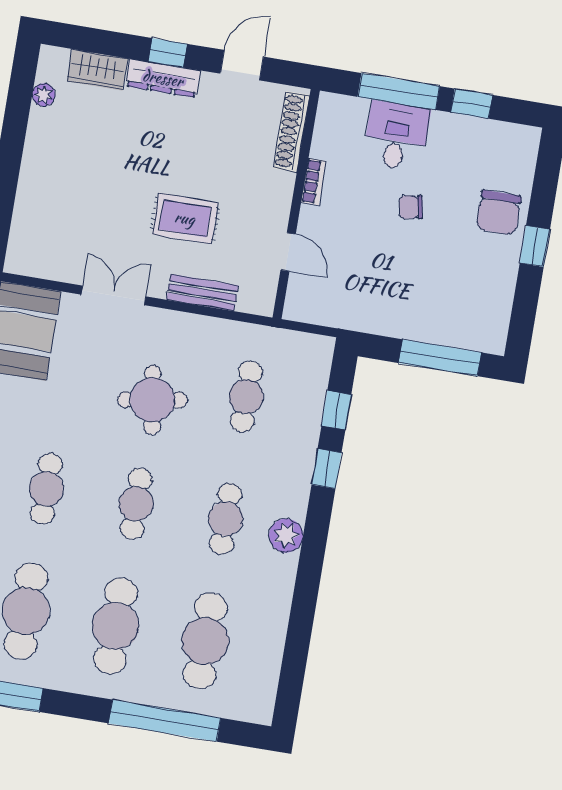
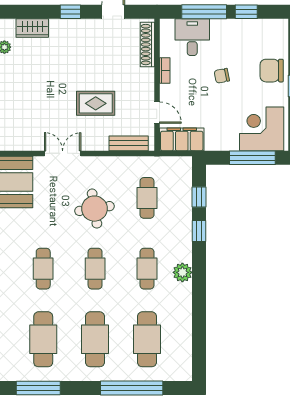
dresser: (163, 78) -> (70, 27), removed
desk: (396, 136) -> (192, 37), moved
chair: (499, 213) -> (272, 71), turned 90
bench: (202, 293) -> (129, 143), moved
filing cabinet: (323, 306) -> (182, 139), added
corner desk: (464, 310) -> (262, 129), added

